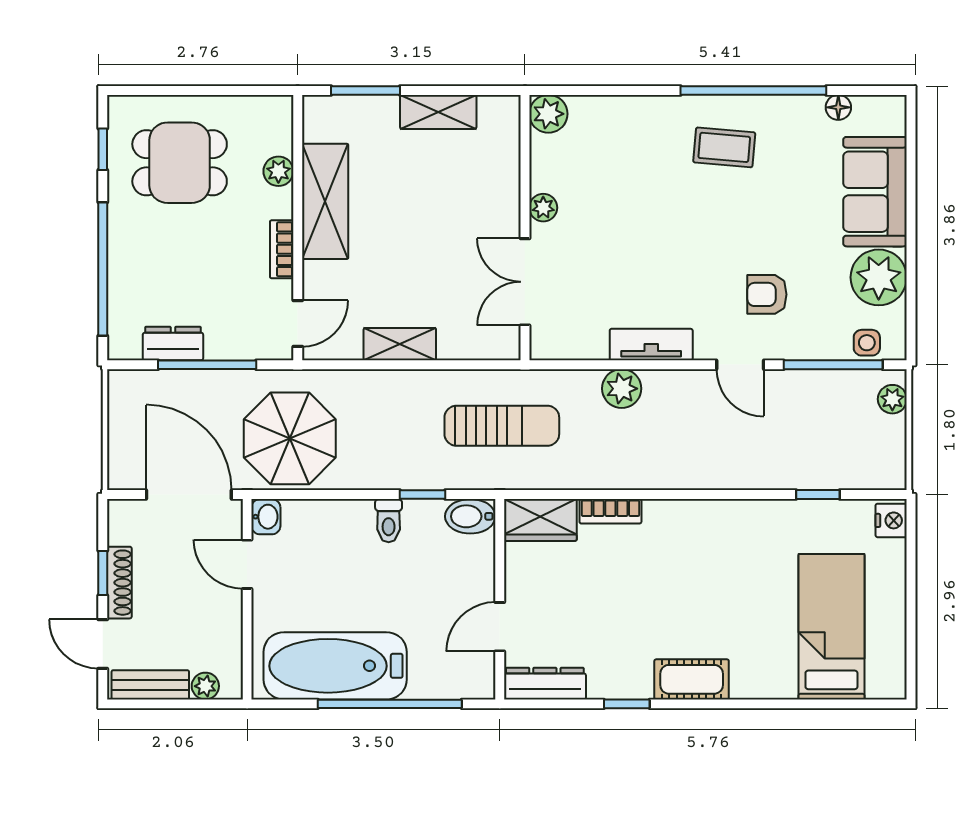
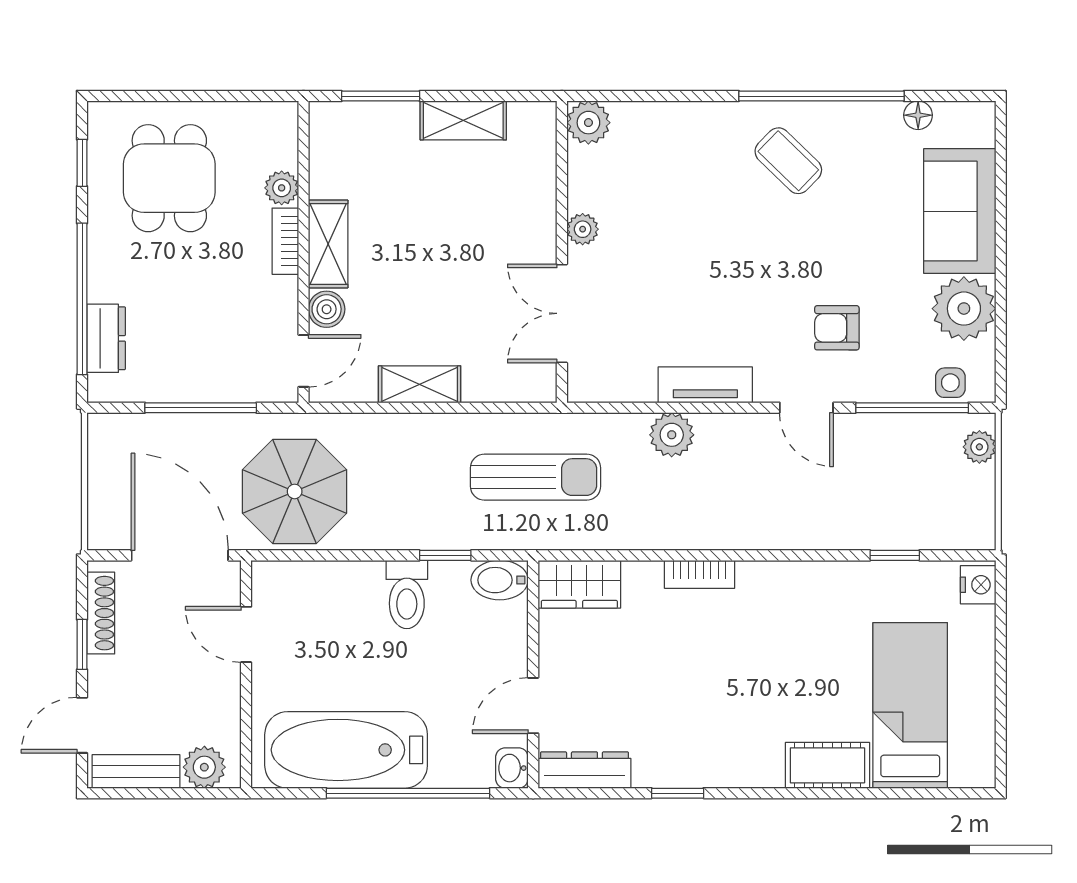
coffee table: (724, 147) -> (788, 161), turned 39
dining table: (180, 163) -> (169, 178), turned 90
shelving: (325, 201) -> (328, 244), width x0.67, depth x0.75
bookcase: (282, 249) -> (285, 241), moved
boiler: (318, 278) -> (327, 309), added
dresser: (173, 343) -> (106, 338), moved, turned 90
bookcase: (610, 511) -> (700, 574), moved
washbasin: (266, 517) -> (512, 768), moved, turned 180
toilet: (389, 521) -> (407, 594), width x1.37, depth x1.39
shoe rack: (119, 583) -> (101, 613), moved
door: (103, 644) -> (82, 725), hinge flipped
cot: (692, 679) -> (827, 765), moved
plant: (205, 686) -> (204, 767), width x1.38, depth x1.38

